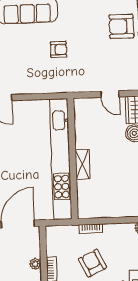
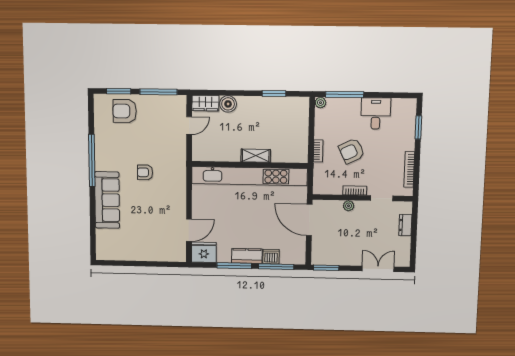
armchair: (121, 26) -> (125, 111), turned 90
armchair: (59, 50) -> (145, 172), turned -90

